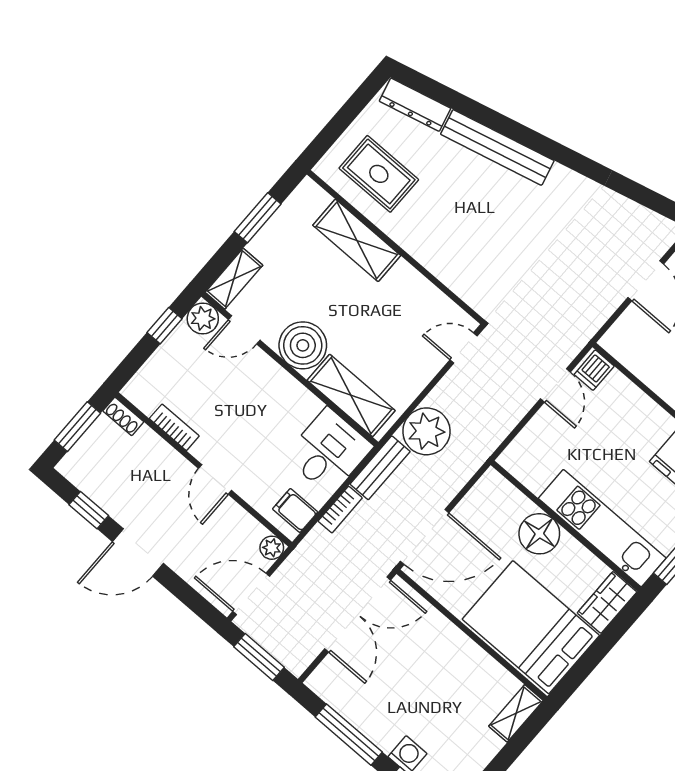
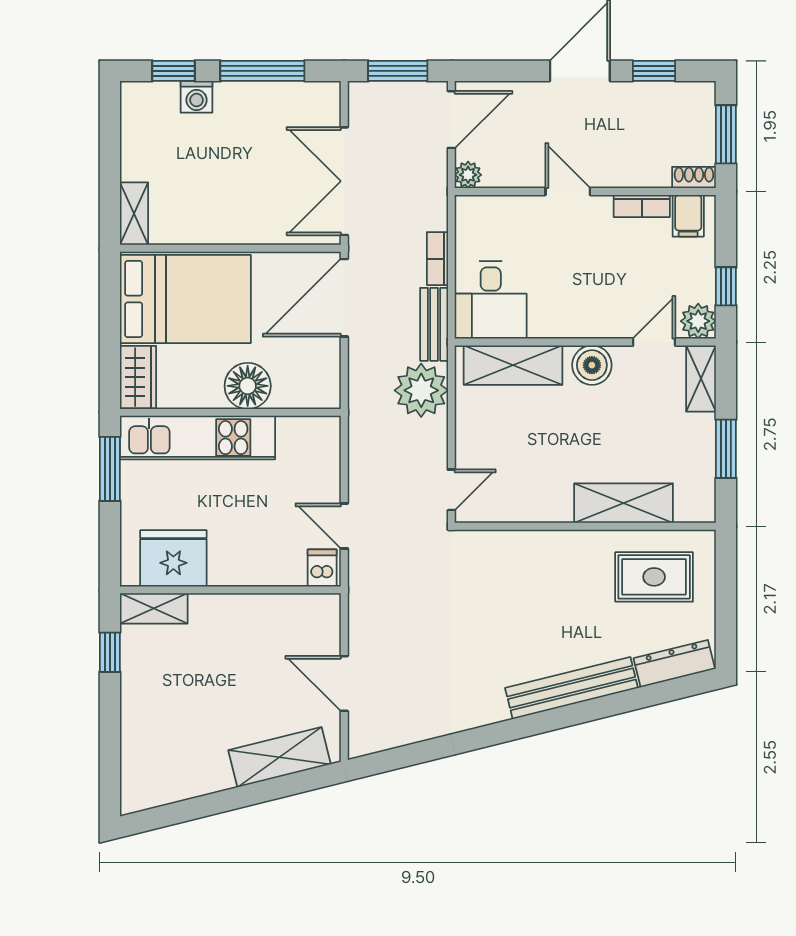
boiler: (303, 345) -> (592, 365), width x0.73, depth x0.73
filing cabinet: (295, 510) -> (688, 216), moved, turned 90

